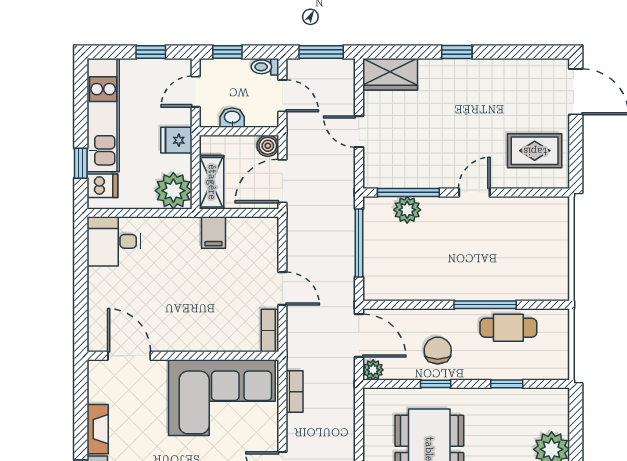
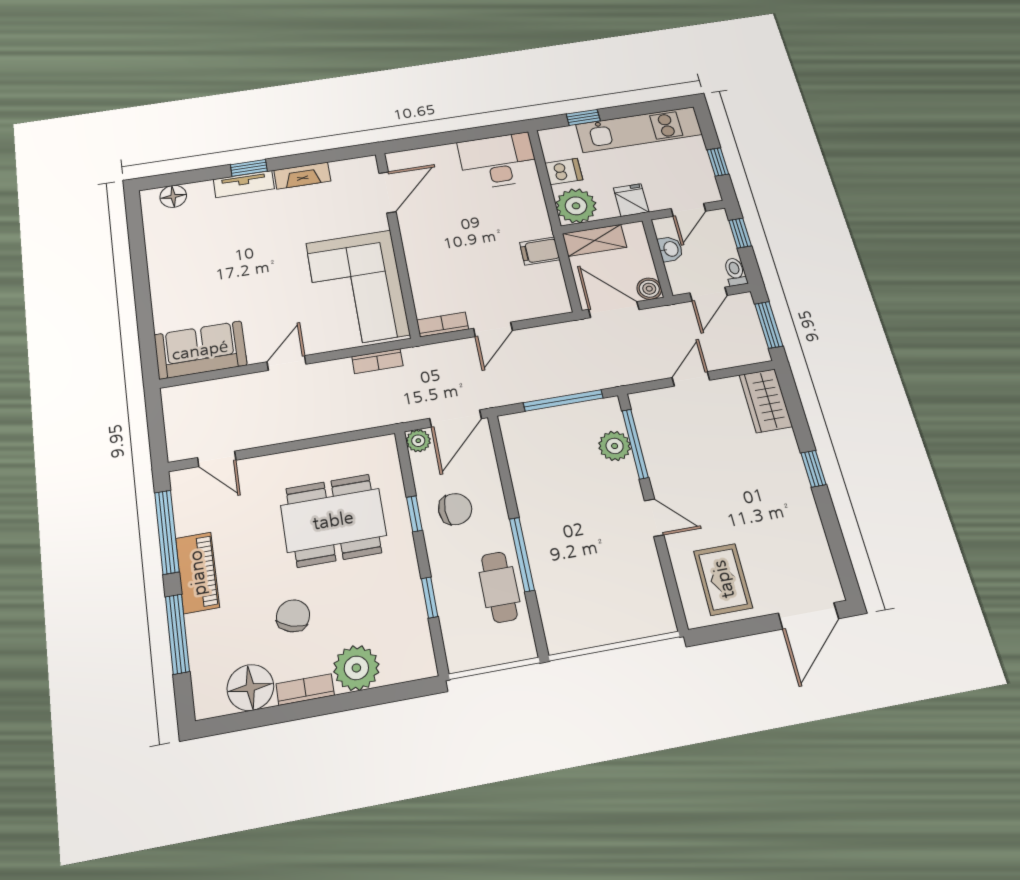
door: (196, 92) -> (688, 210), swing flipped
dishwasher: (102, 186) -> (564, 171), moved, turned -90
desk: (114, 241) -> (498, 161), width x1.37

